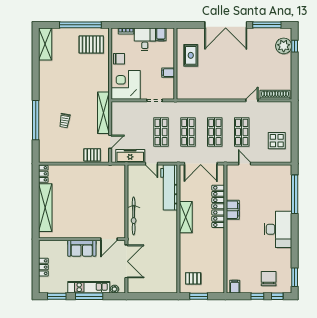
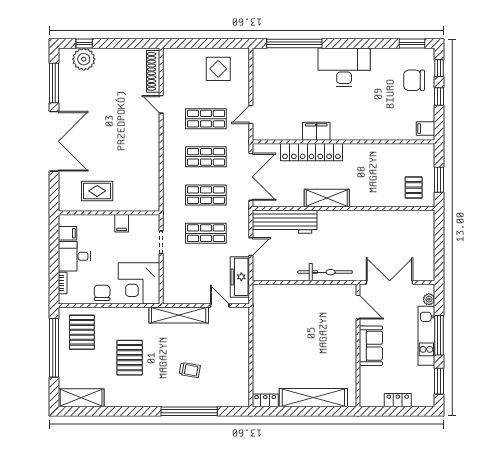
pallet: (92, 155) -> (130, 358), moved, width x1.50, depth x1.42

